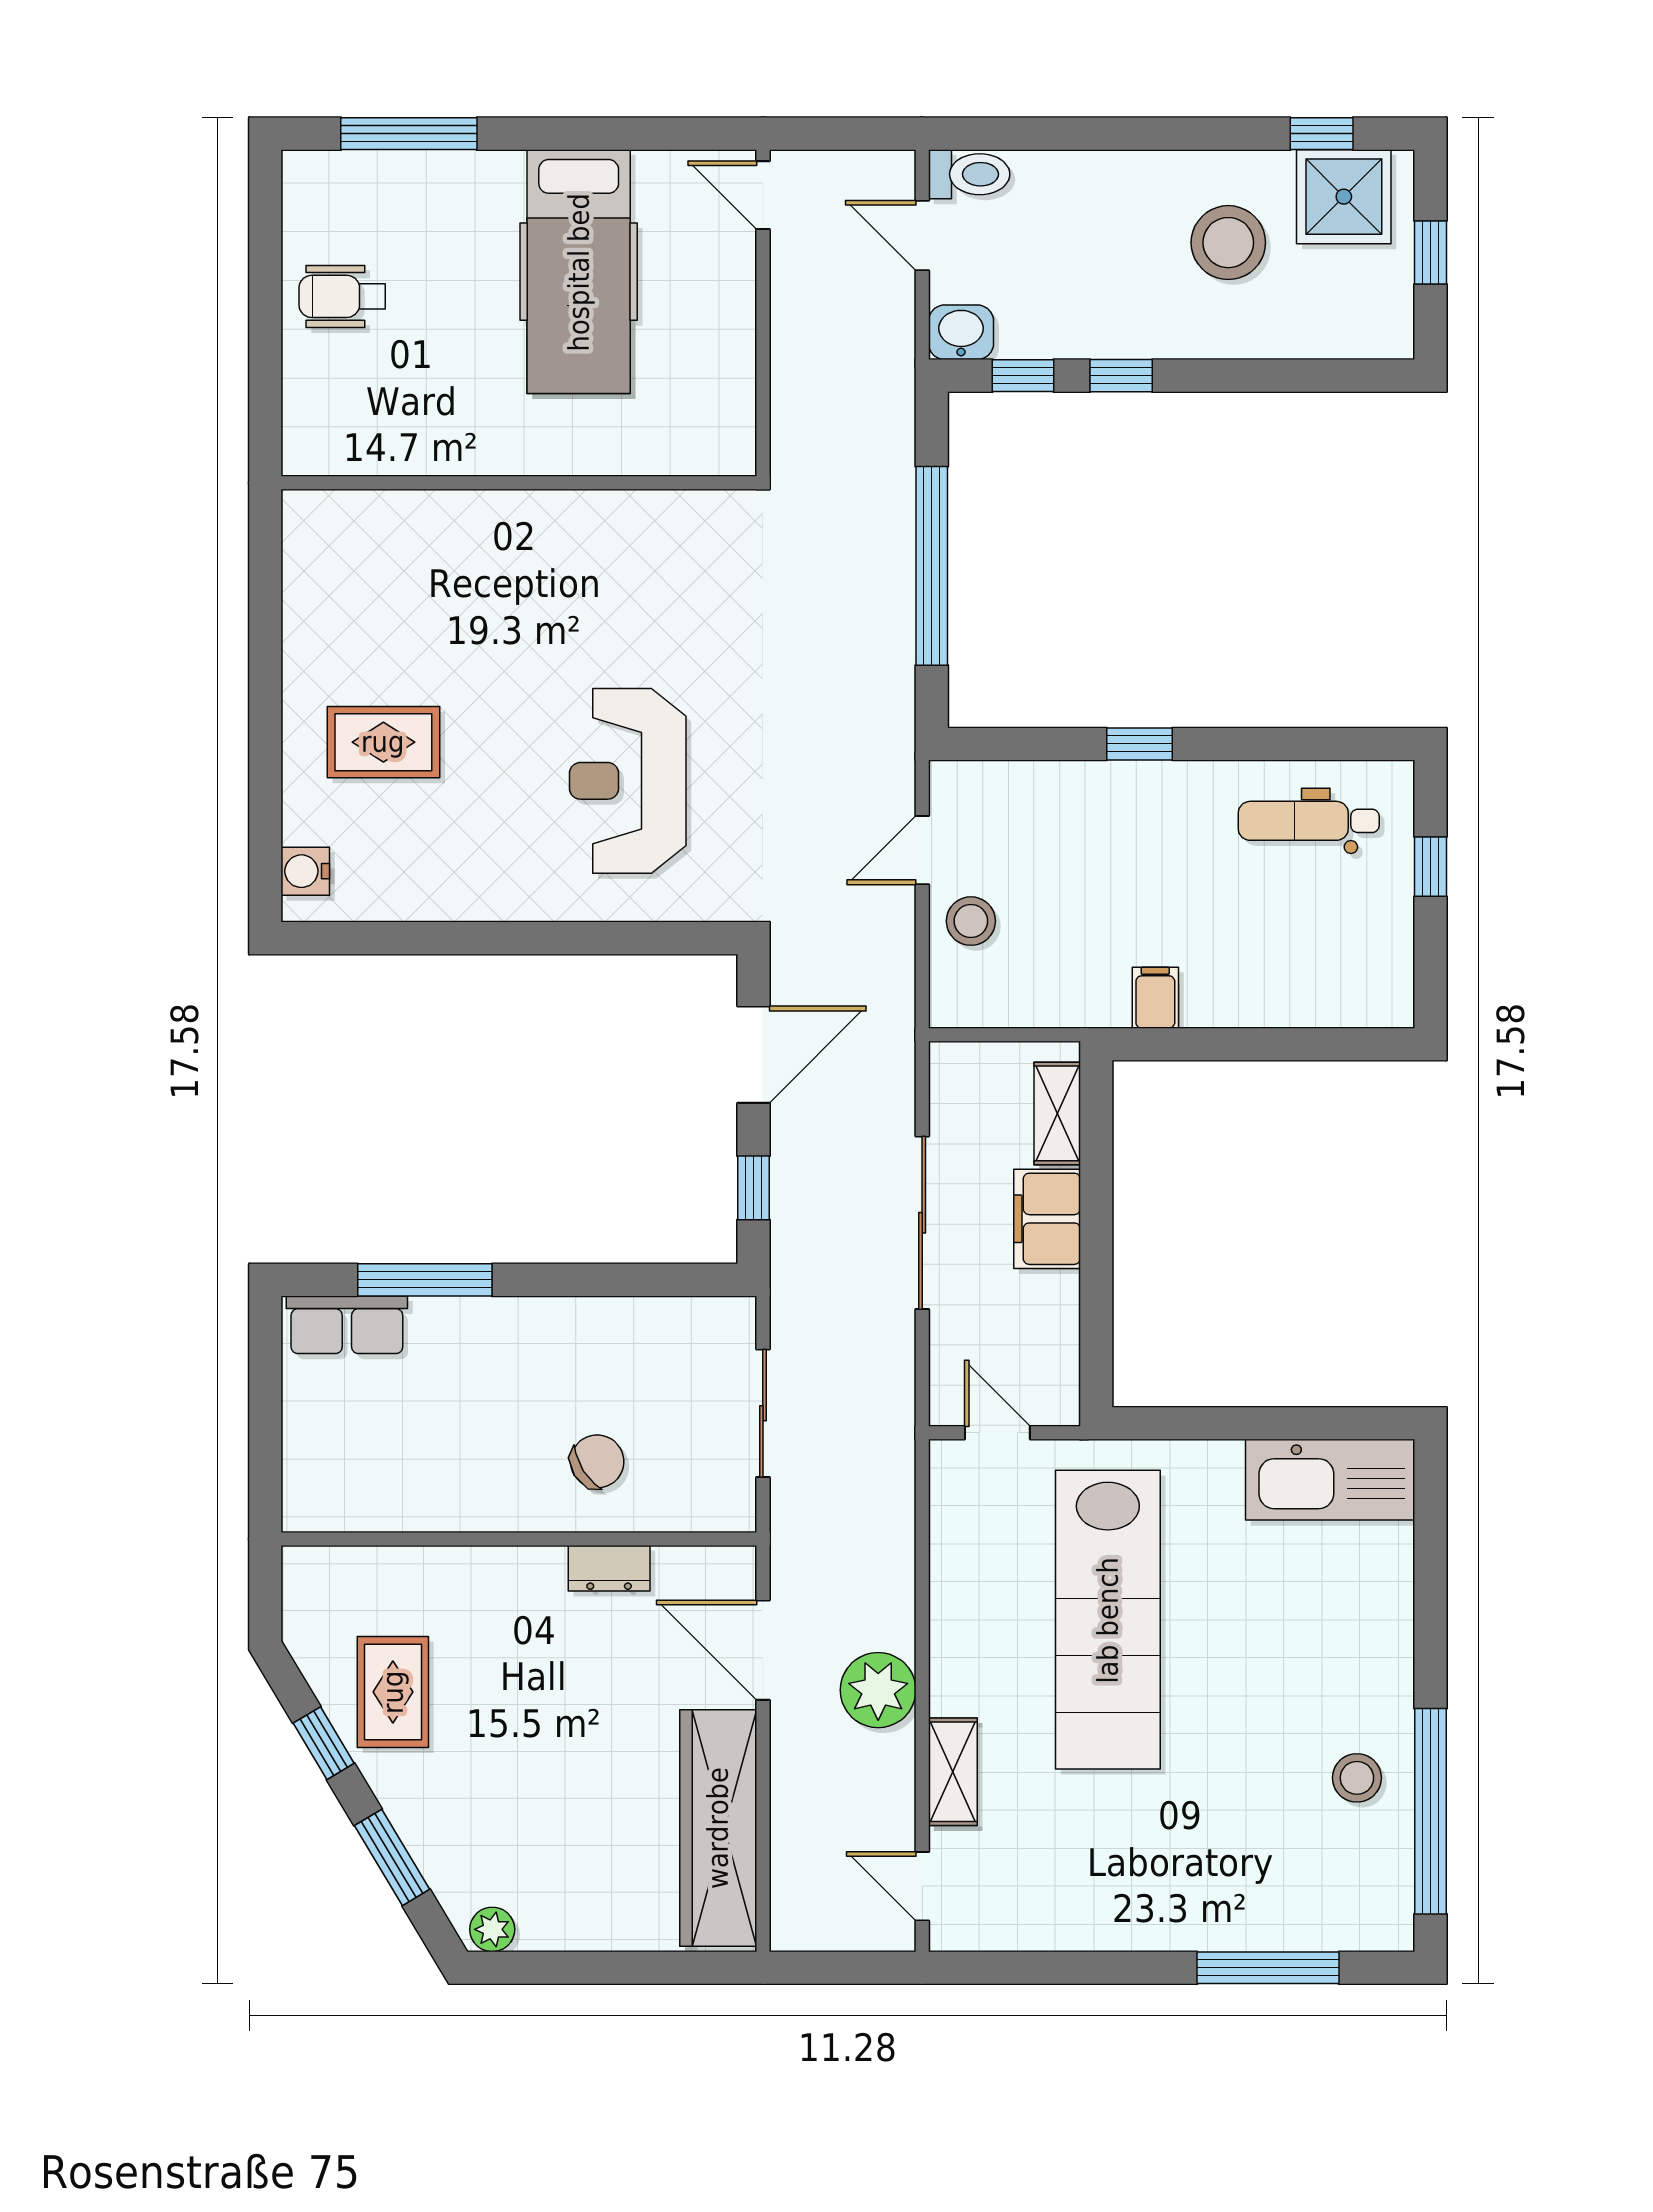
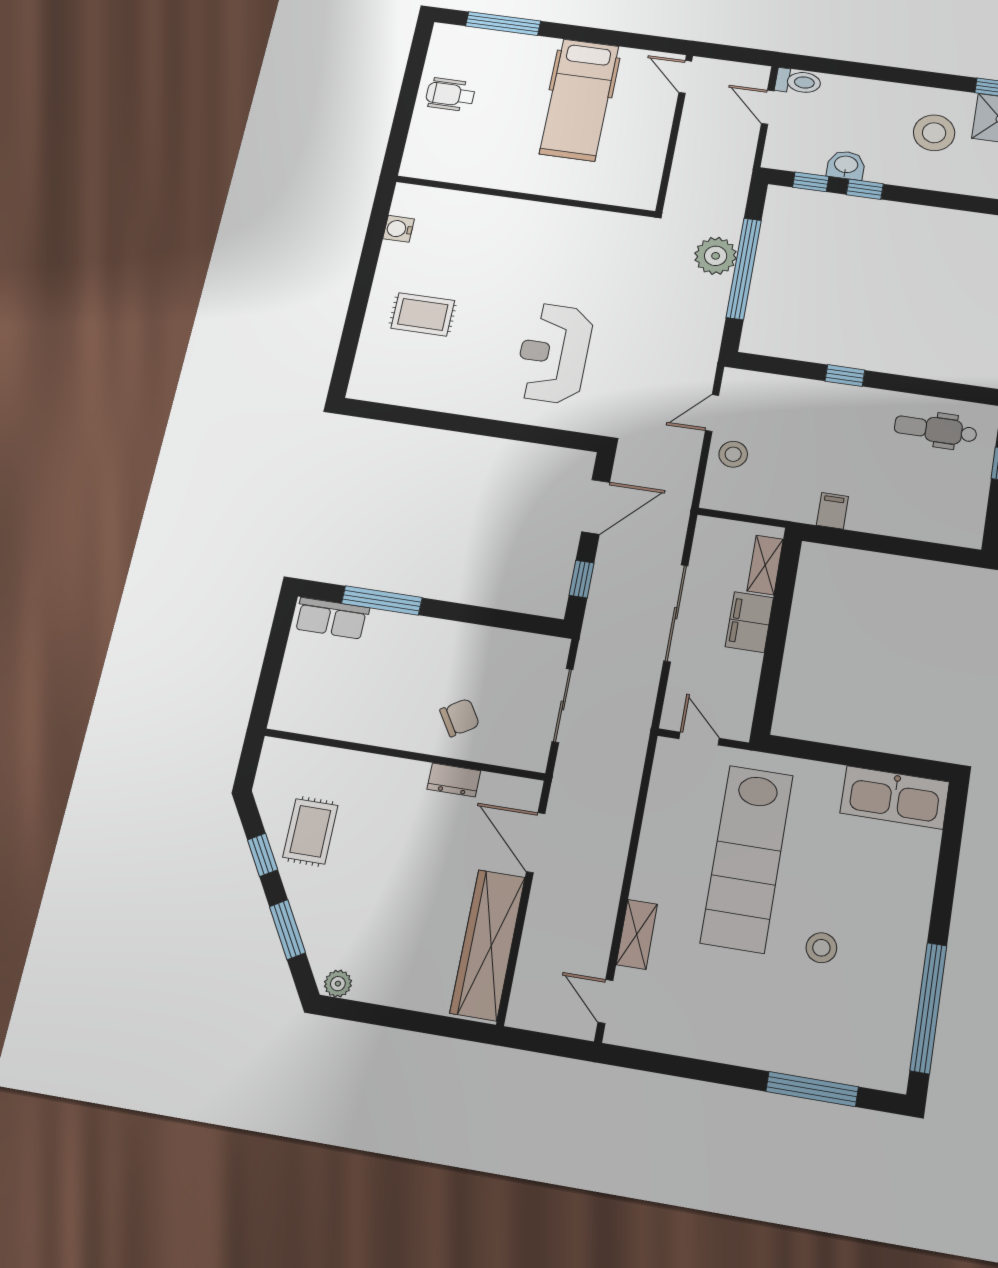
washbasin: (961, 332) -> (846, 165), moved
water cooler: (305, 871) -> (399, 229), moved
plant: (878, 1690) -> (716, 256), moved
stool: (1357, 1778) -> (821, 948), moved

